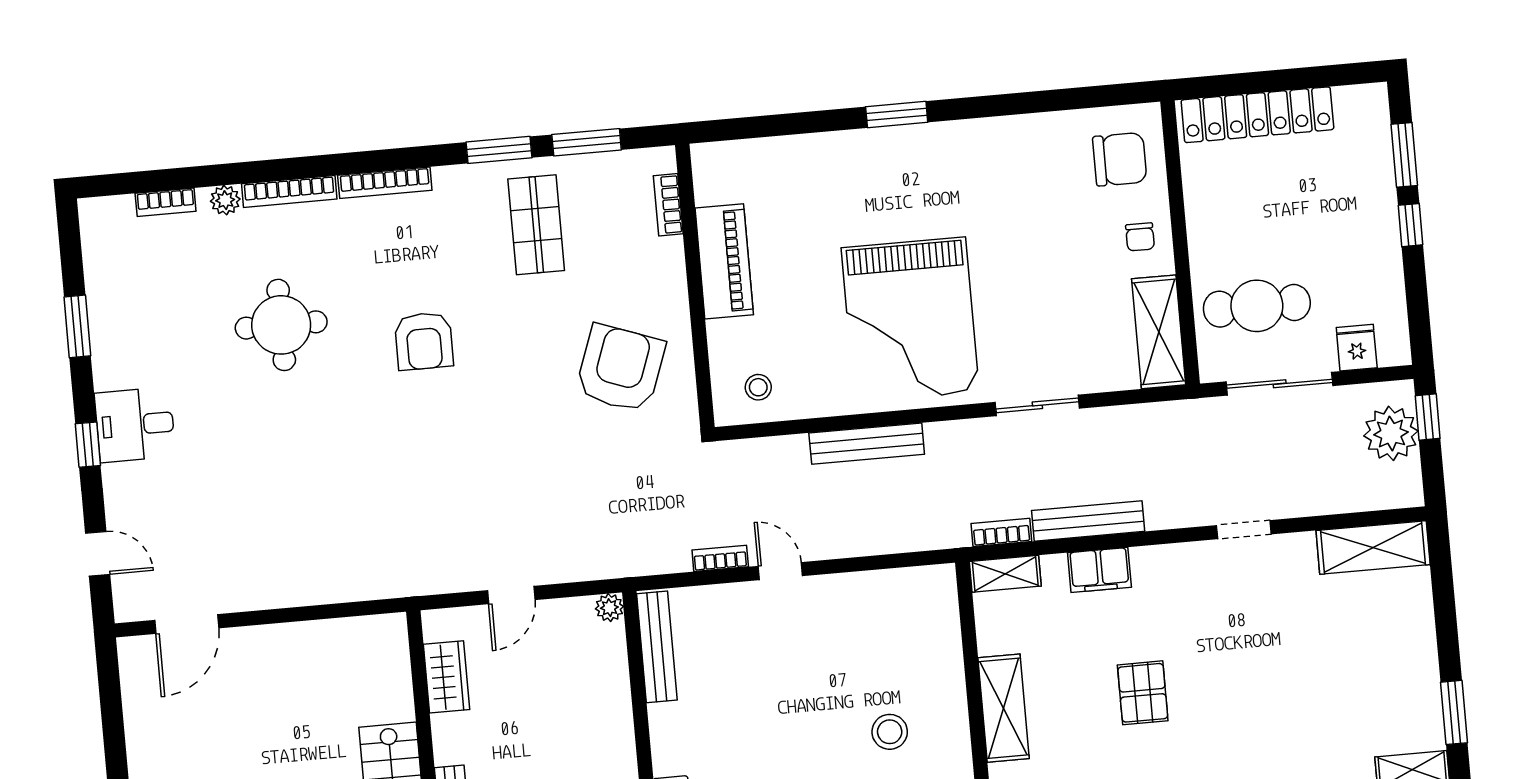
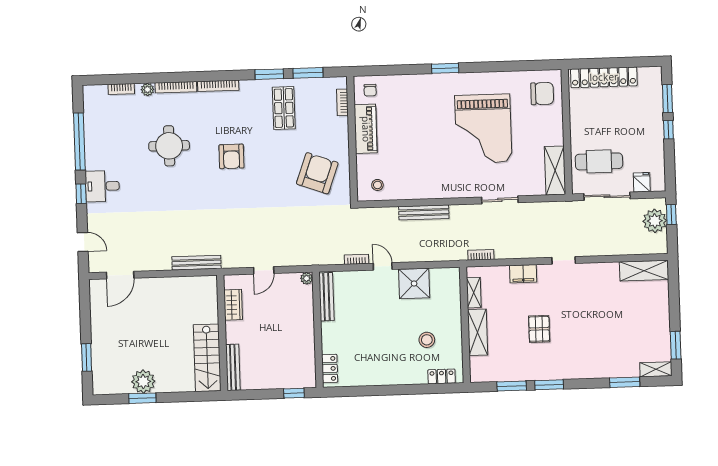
chair: (1140, 237) -> (370, 90), moved
grand piano: (910, 320) -> (483, 129), moved
window: (77, 326) -> (79, 141), width x2.11
bench: (1088, 521) -> (196, 263), moved
doorway: (1244, 530) -> (564, 260), moved
shelving: (1005, 574) -> (474, 293), moved, turned 90
shower: (854, 606) -> (414, 283), added

